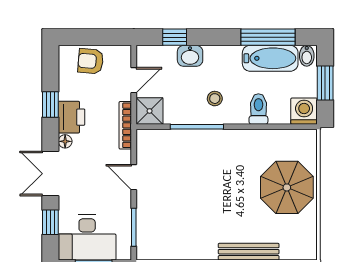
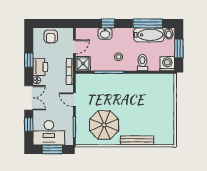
window: (175, 37) -> (108, 23), moved
armchair: (91, 61) -> (51, 36), turned -95
double door: (50, 174) -> (29, 98), swing flipped
parasol: (287, 187) -> (104, 125), moved

